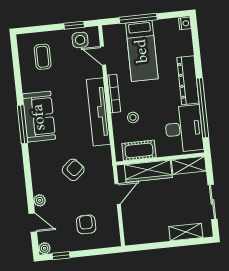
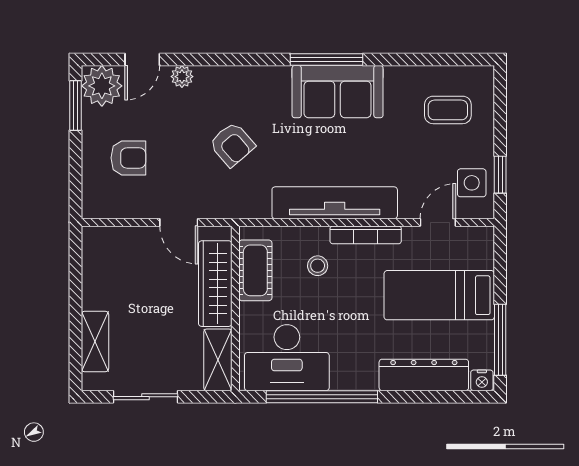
window: (138, 18) -> (500, 340), moved
dresser: (188, 80) -> (424, 375), moved
plant: (45, 248) -> (102, 86), width x1.88, depth x1.88
window: (61, 256) -> (75, 106), width x1.50

